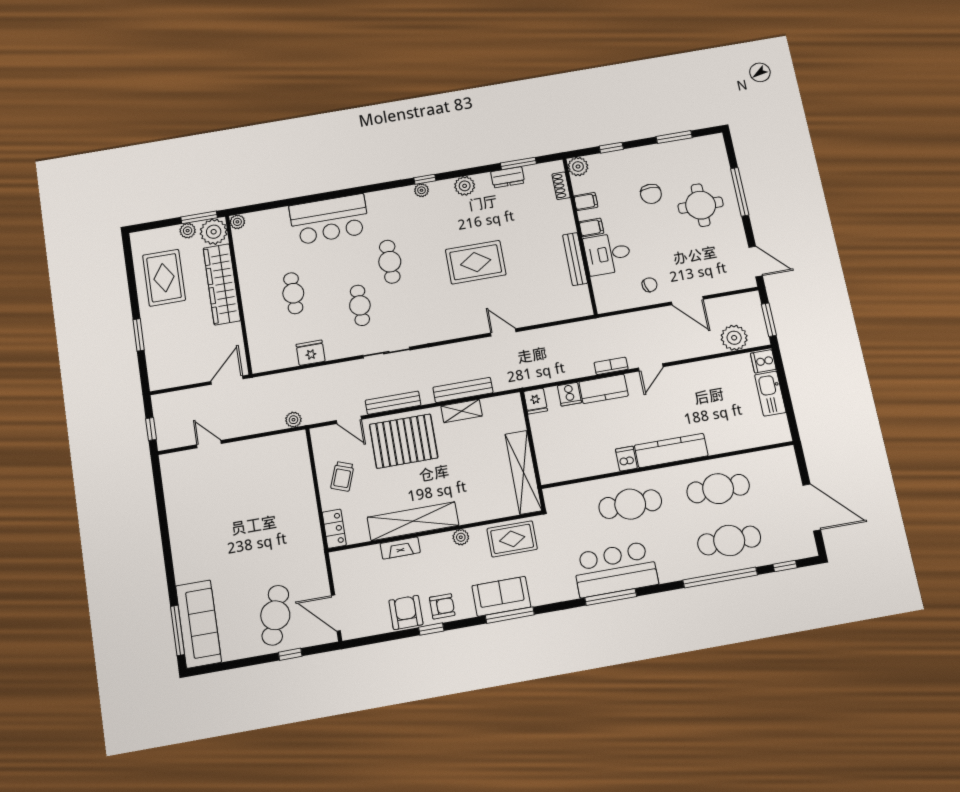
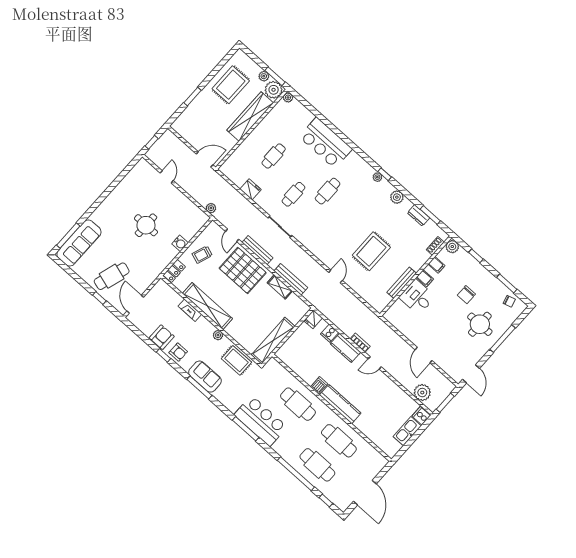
rug: (476, 262) -> (371, 251), moved, turned 90
chair: (650, 285) -> (509, 301), moved
water cooler: (305, 493) -> (180, 243), added
round table: (247, 519) -> (146, 225), added

